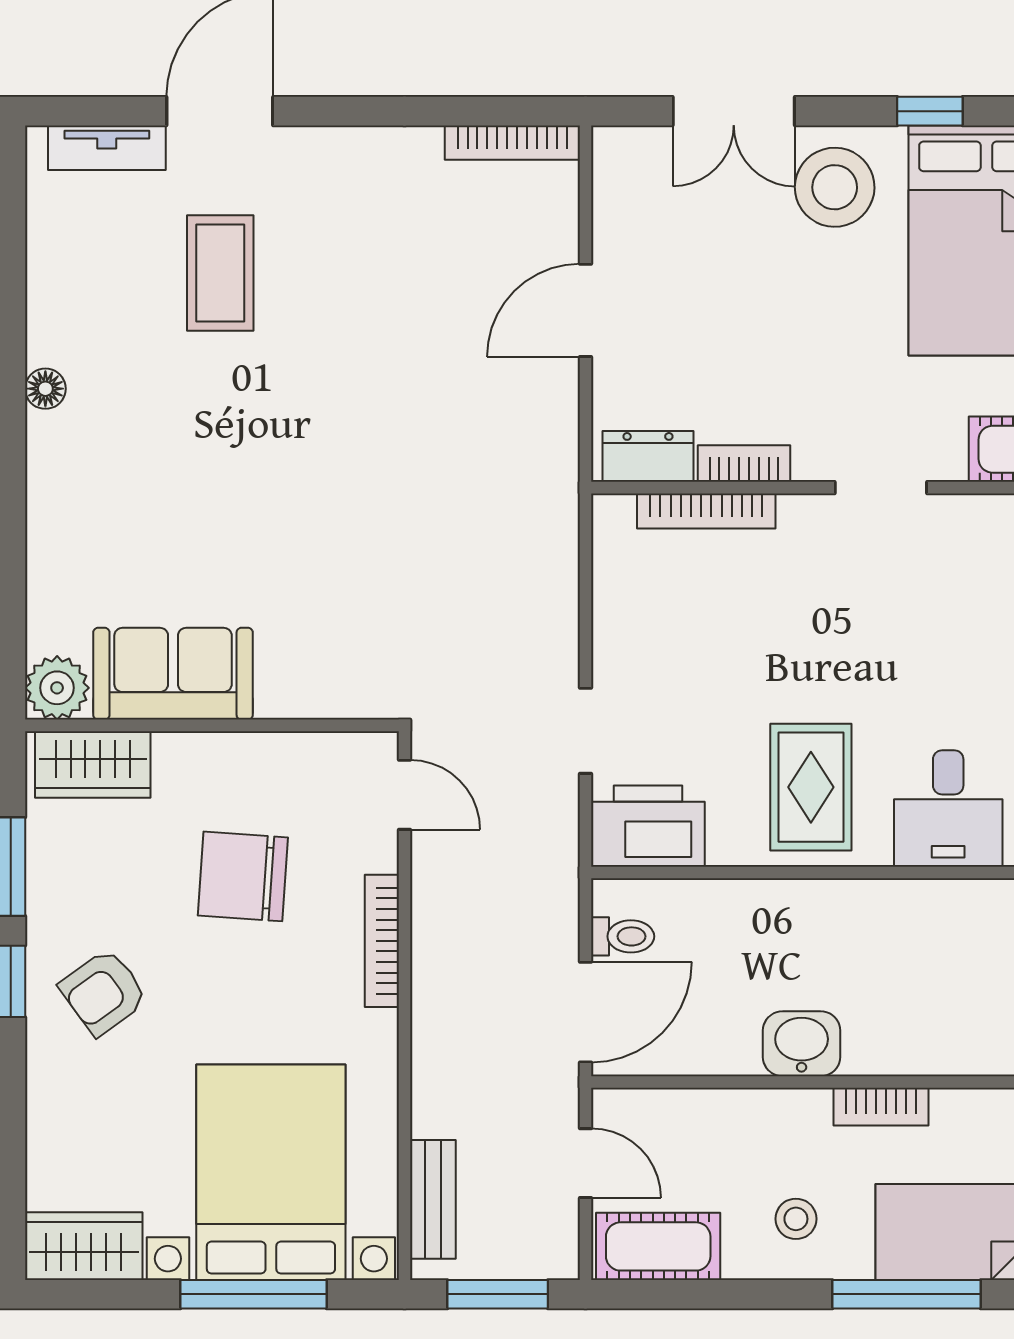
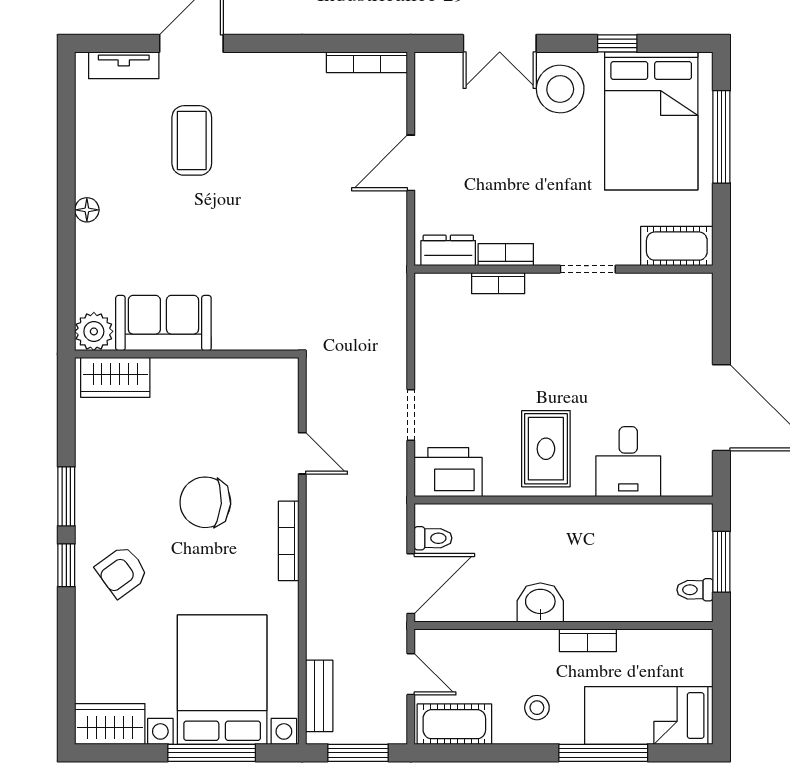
bookcase: (706, 511) -> (498, 283), width x0.64
sofa: (173, 674) -> (163, 323), moved
plant: (57, 688) -> (94, 331), moved
wall: (212, 725) -> (187, 354), moved
wardrobe: (93, 764) -> (115, 377), moved

